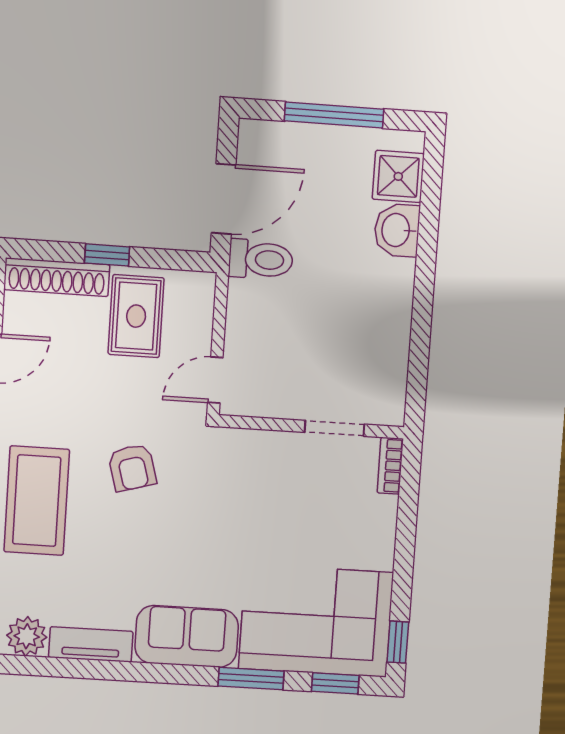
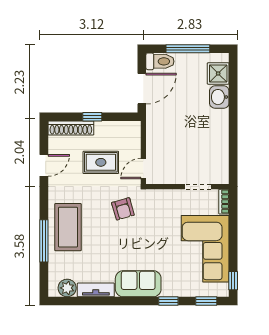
toilet: (261, 259) -> (160, 61), moved
rug: (136, 316) -> (101, 162), moved, turned 90
armchair: (132, 468) -> (123, 209), moved
corner sofa: (316, 621) -> (205, 249), moved, turned -90
window: (251, 679) -> (168, 301), width x0.67

